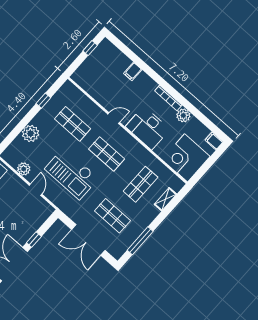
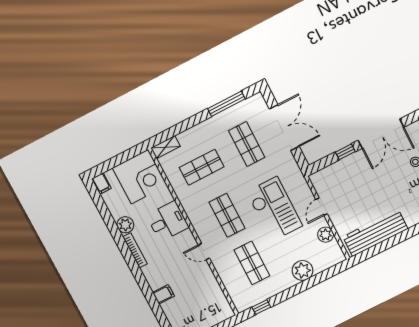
window: (43, 101) -> (261, 307), moved
desk: (148, 128) -> (168, 221), width x0.73
shelving: (165, 199) -> (165, 147), moved

